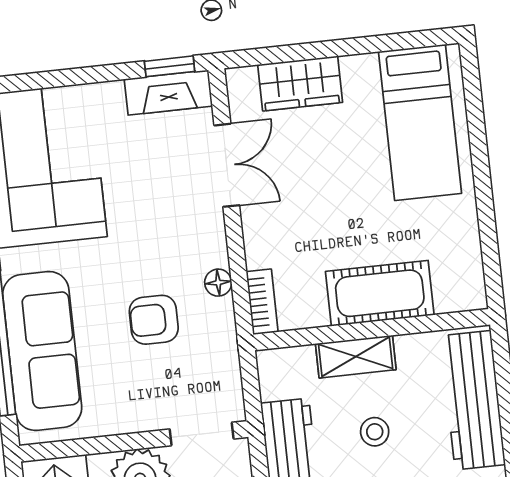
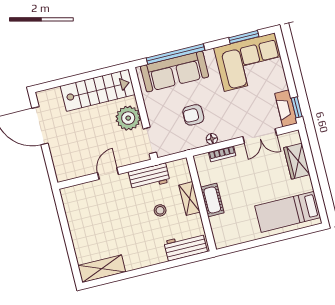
cot: (380, 293) -> (212, 200), width x0.73, depth x0.75
bookcase: (262, 302) -> (222, 154), moved
armchair: (154, 320) -> (193, 115), turned -90
workbench: (473, 400) -> (186, 247), width x0.73

